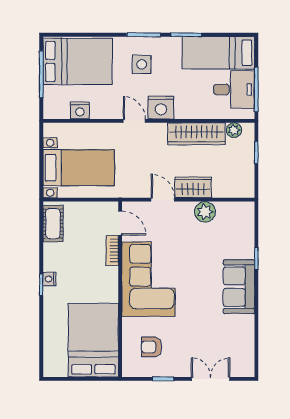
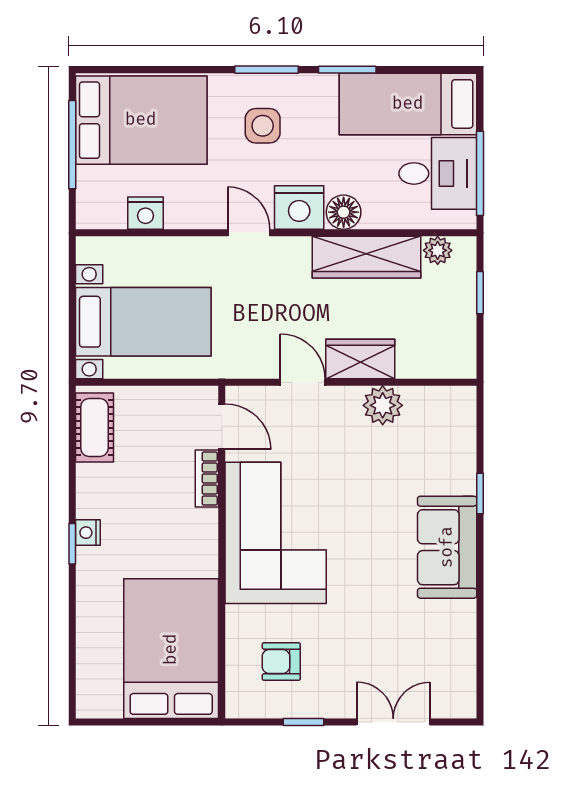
floor lamp: (184, 110) -> (344, 212), added

